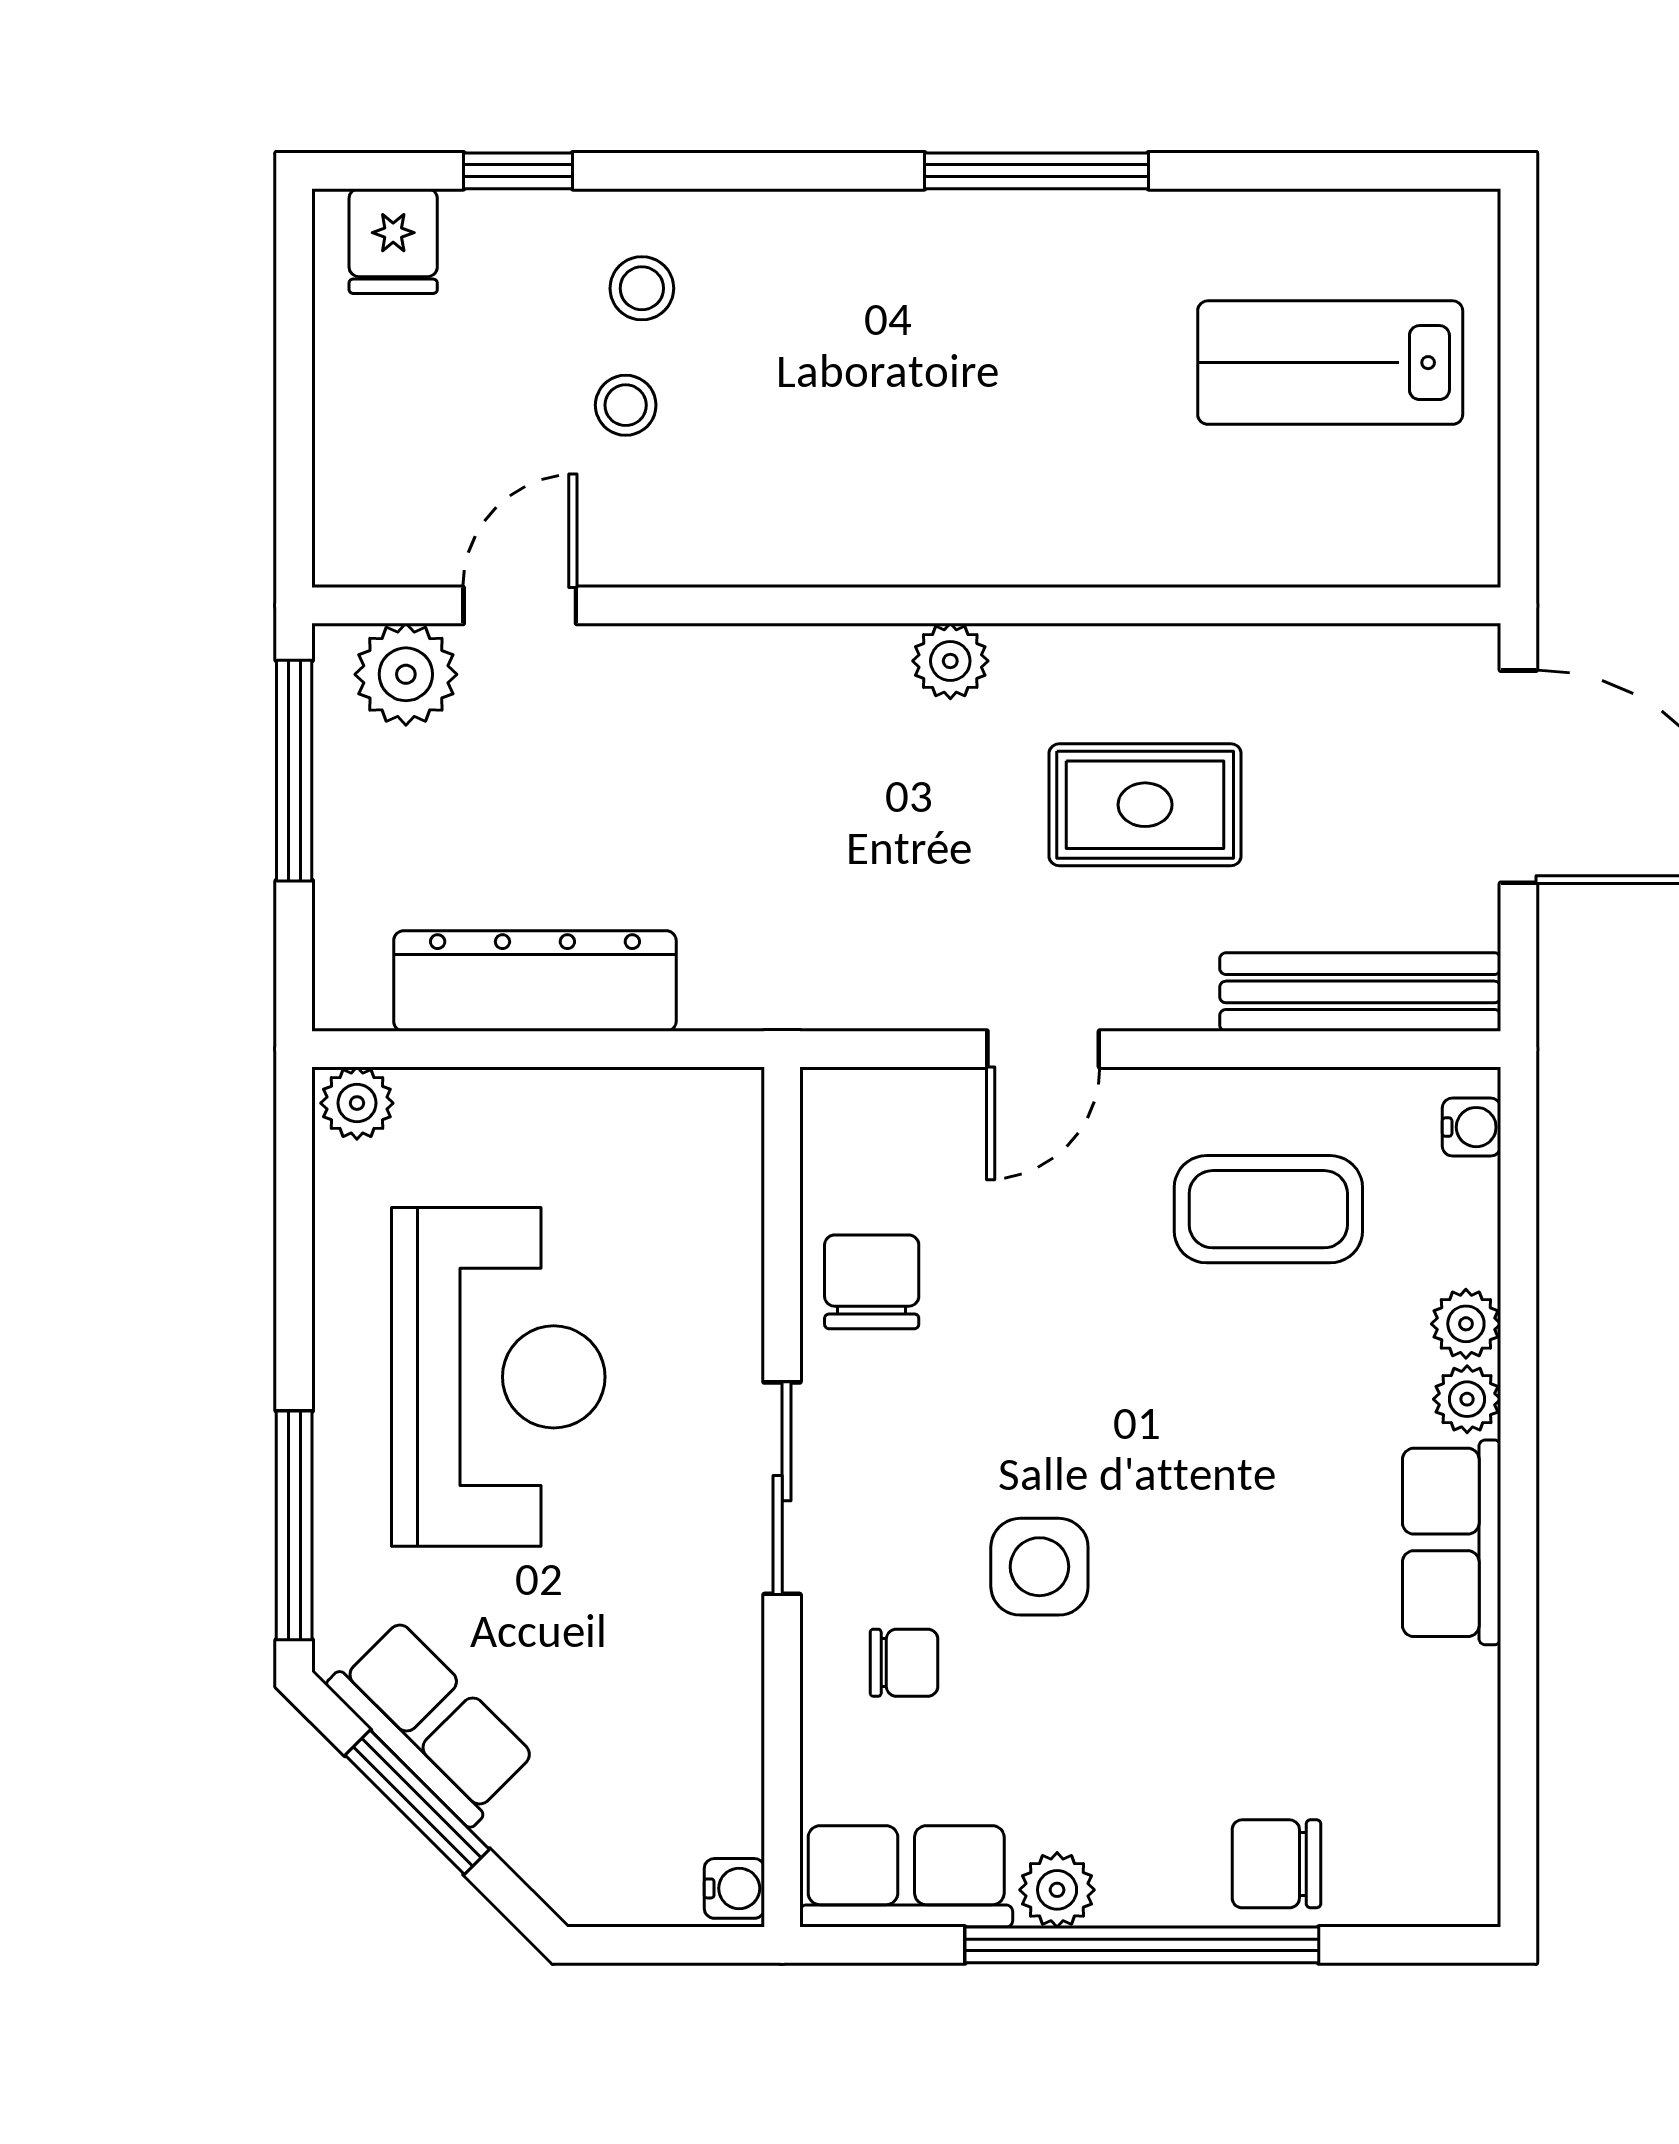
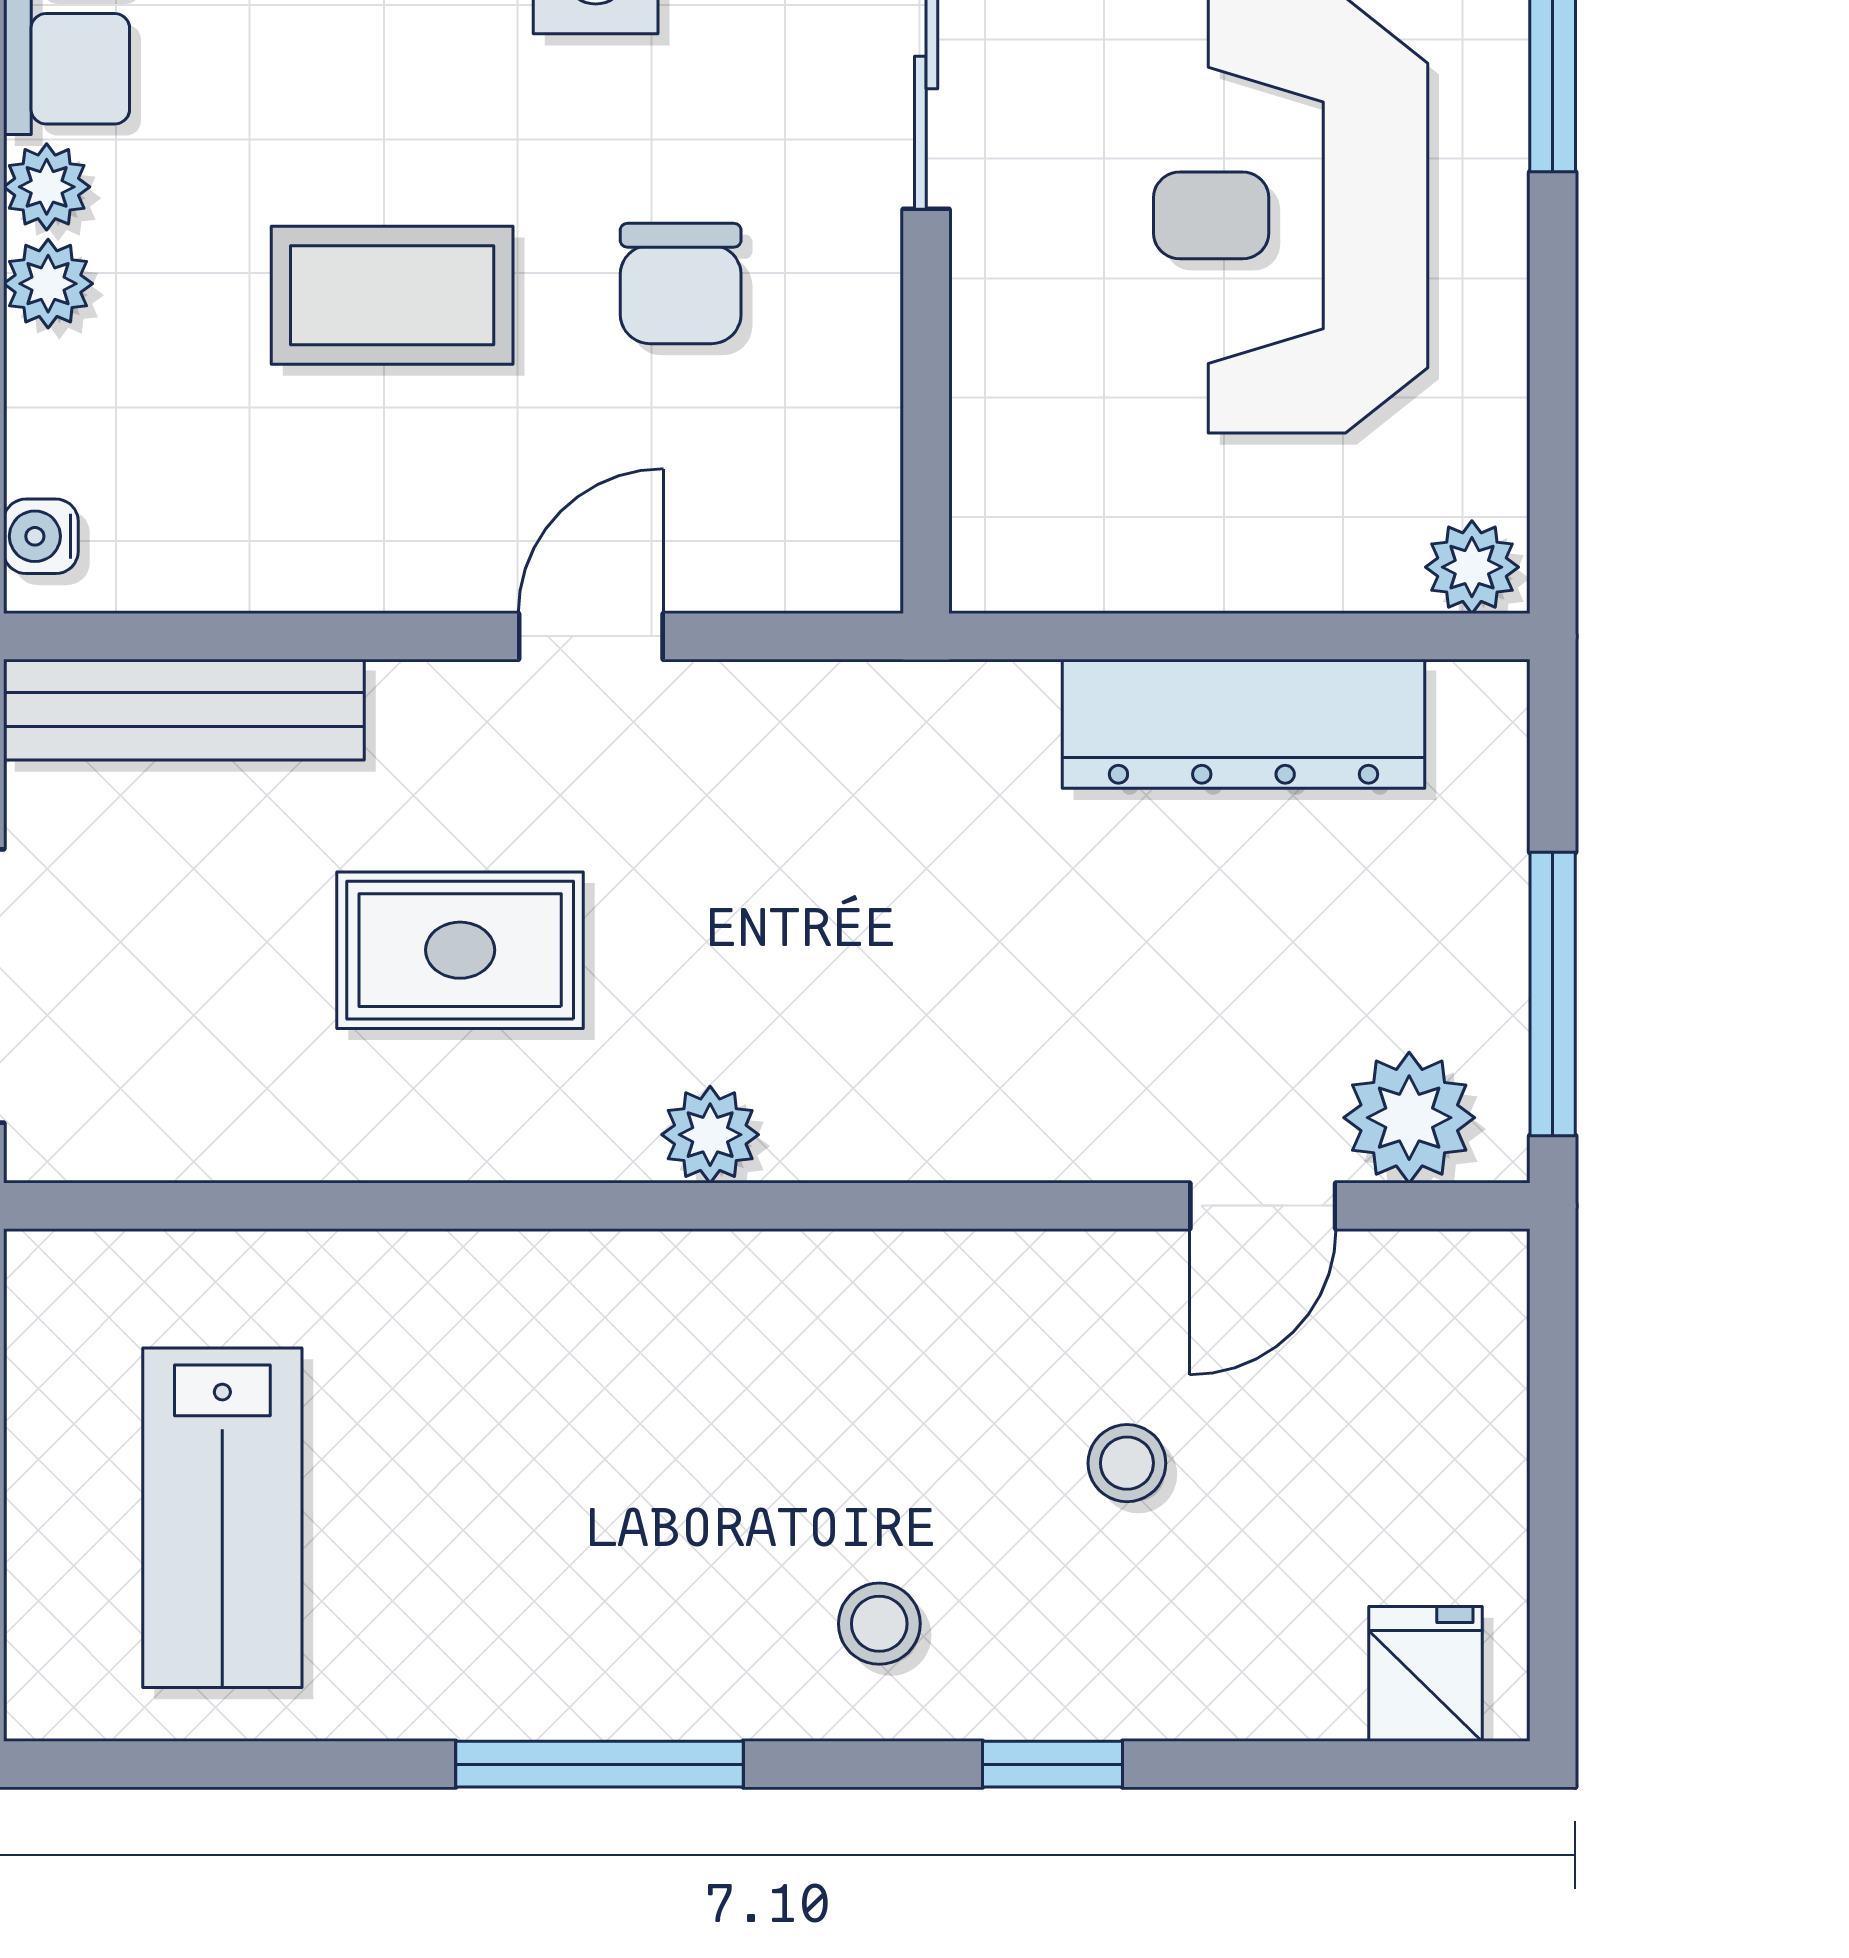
window: (518, 171) -> (1053, 1764), moved
stool: (642, 288) -> (879, 1624), moved
lab bench: (1330, 363) -> (222, 1518), turned 90
coffee table: (1268, 1209) -> (392, 295), moved
chair: (872, 1282) -> (681, 284), moved

